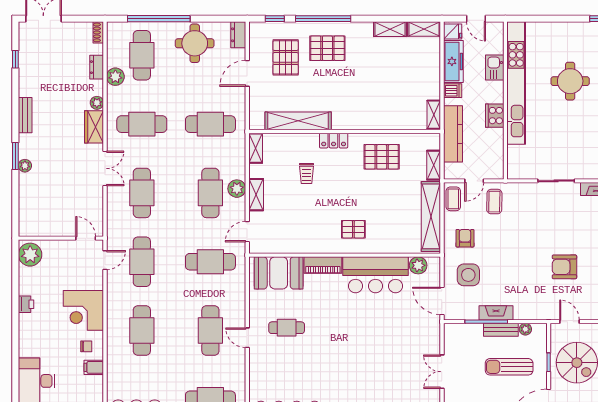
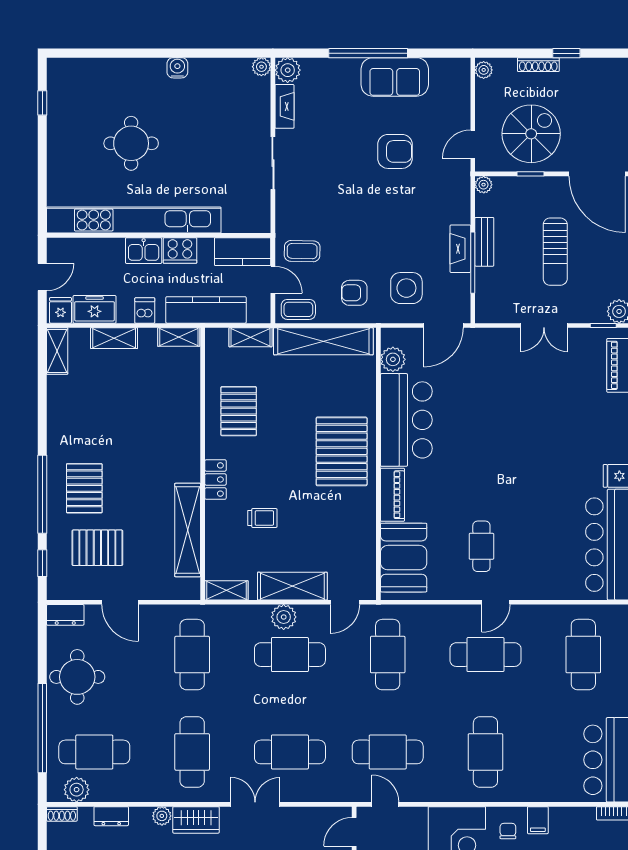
shelving: (390, 29) -> (114, 338), moved, turned 90
freezer: (453, 61) -> (95, 309), width x0.71
kitchen sink: (495, 68) -> (144, 251), moved
plant: (115, 77) -> (77, 790), moved
kitchen counter: (494, 160) -> (243, 252), added
shelving: (256, 195) -> (292, 586), width x1.50, depth x1.33
pallet: (353, 229) -> (342, 451), width x2.05, depth x2.00
door: (247, 232) -> (345, 602), hinge flipped
armchair: (564, 267) -> (395, 151), turned -90
plant: (525, 329) -> (484, 185), moved
cafe table: (142, 331) -> (485, 752), turned 90
sun lounger: (509, 367) -> (555, 252), moved

